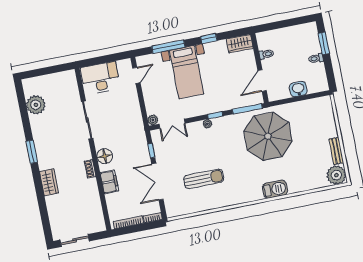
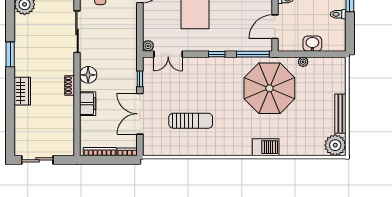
plant: (207, 124) -> (303, 62), moved
bench: (336, 151) -> (340, 114), width x1.36

